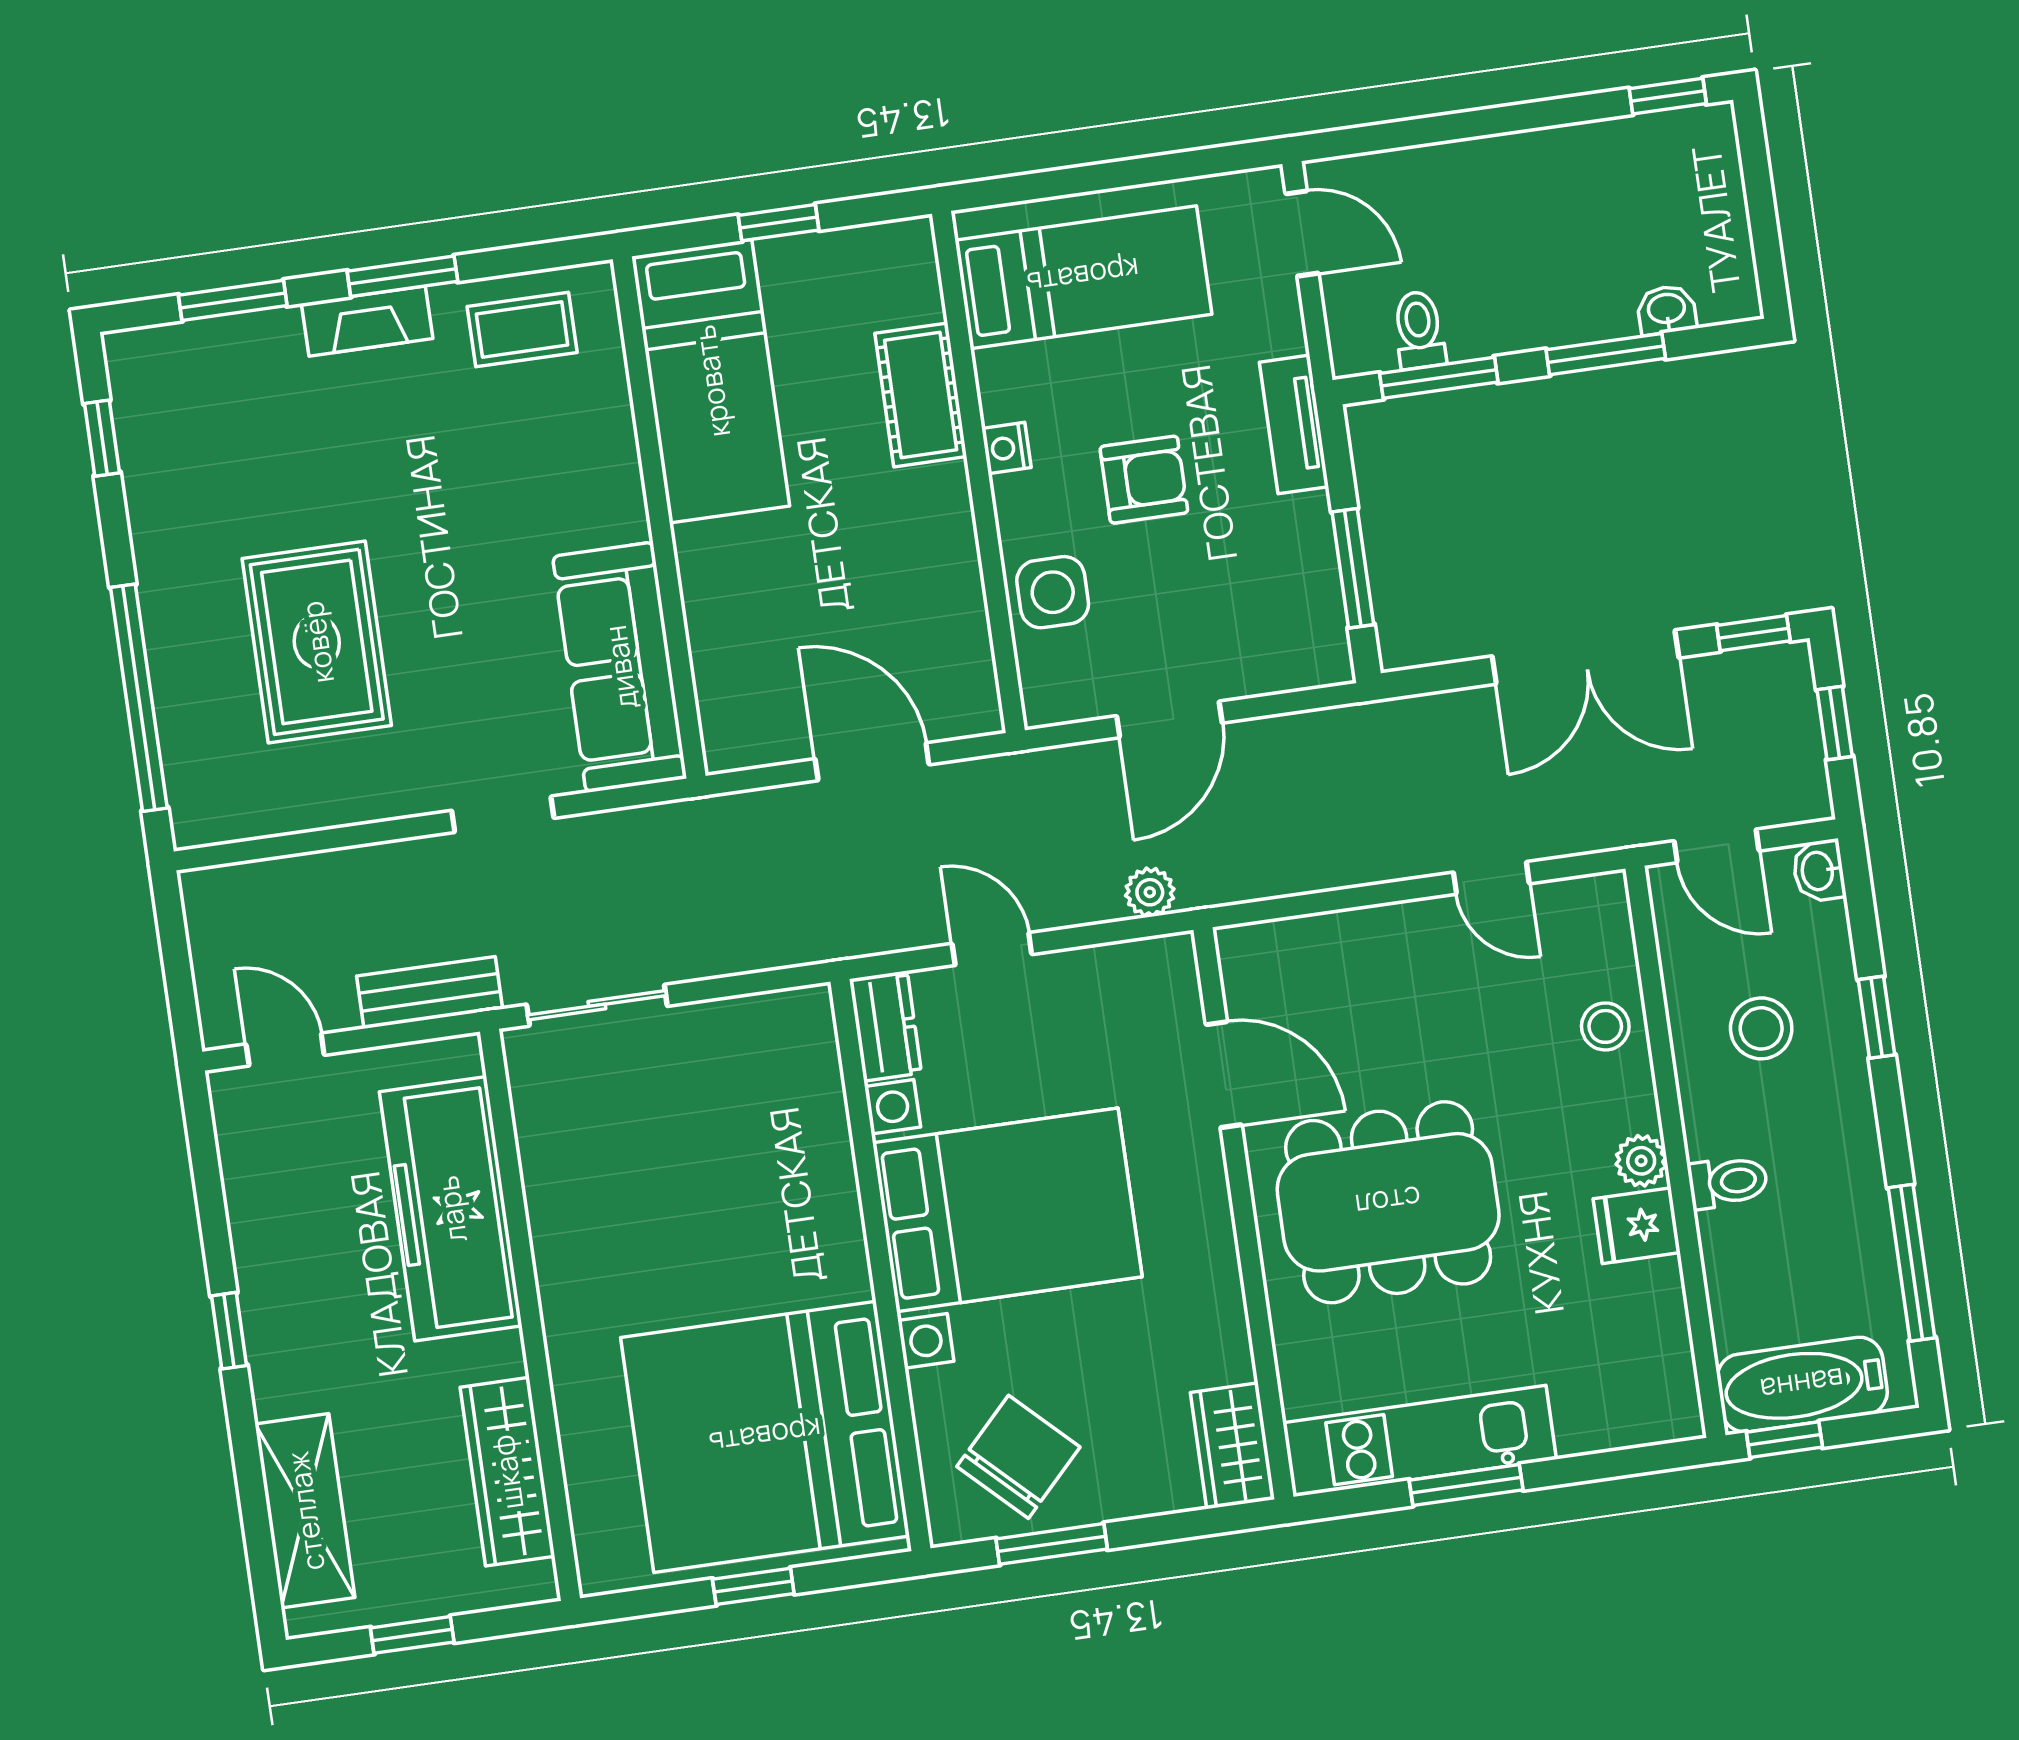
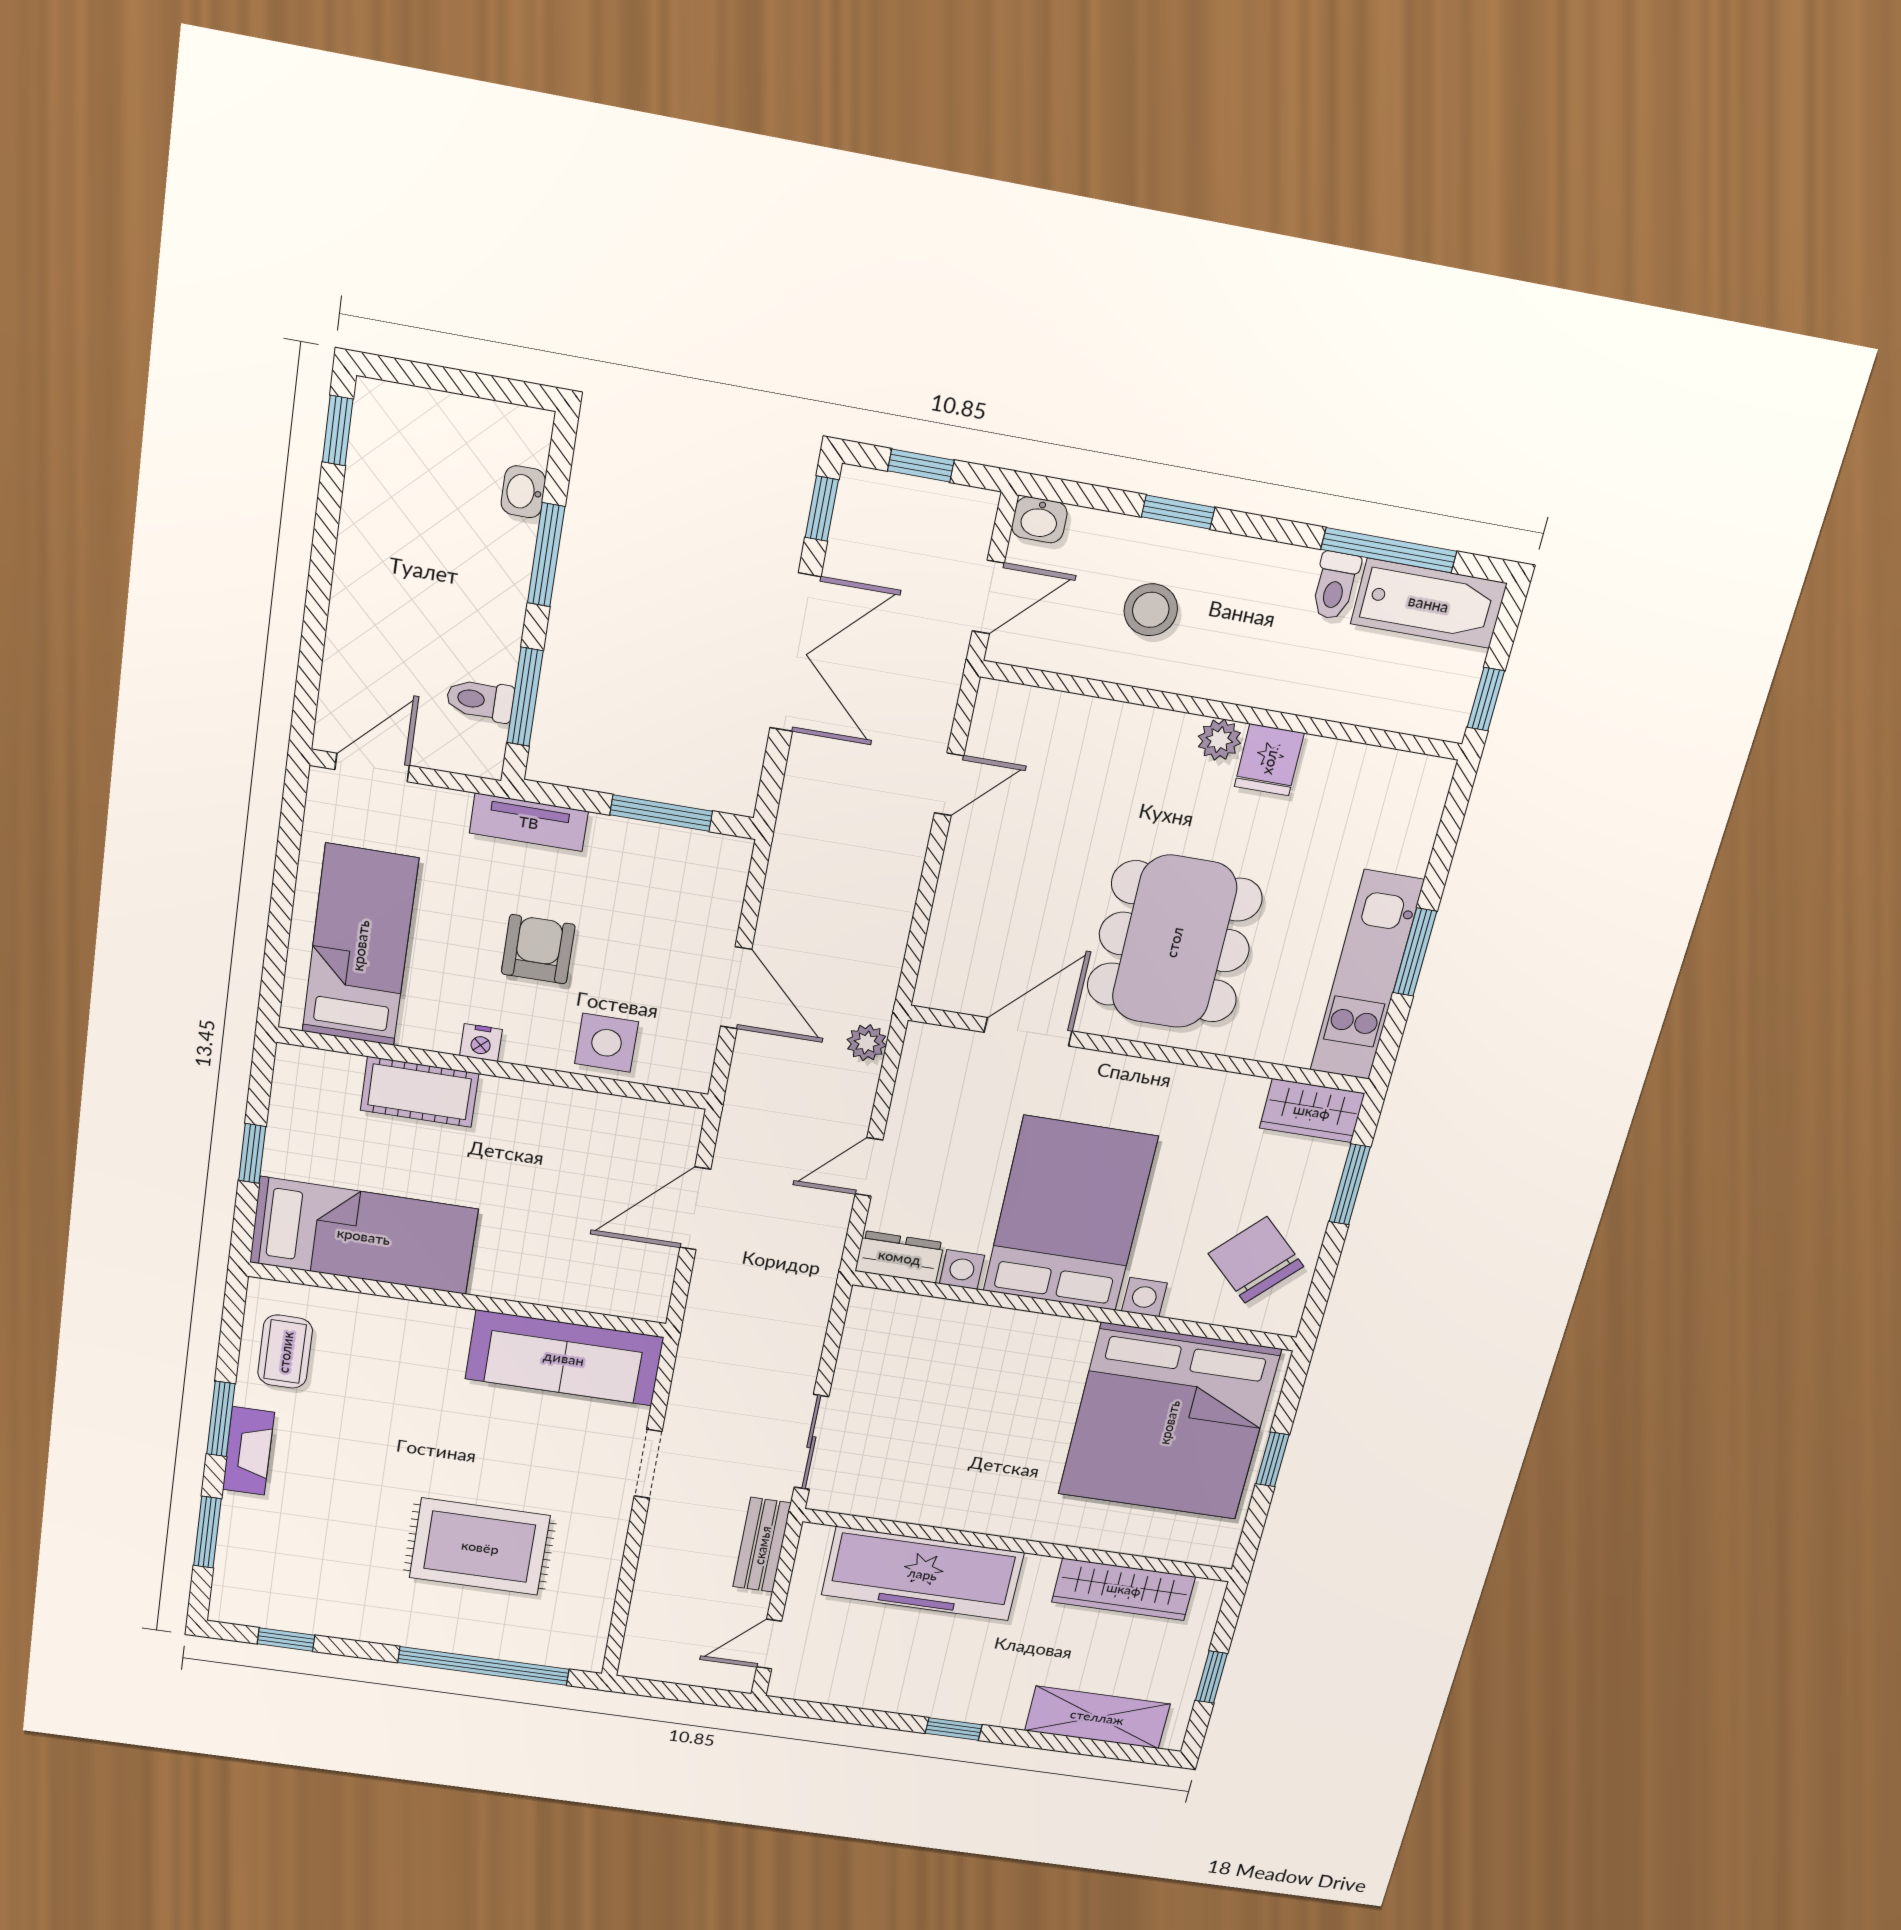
stool: (1605, 1026) -> (1101, 733), removed
toilet: (1728, 1182) -> (1335, 586), moved, turned 180
bathtub: (1802, 1385) -> (1429, 603), moved, turned -90
window: (1052, 1544) -> (1350, 1184), moved

